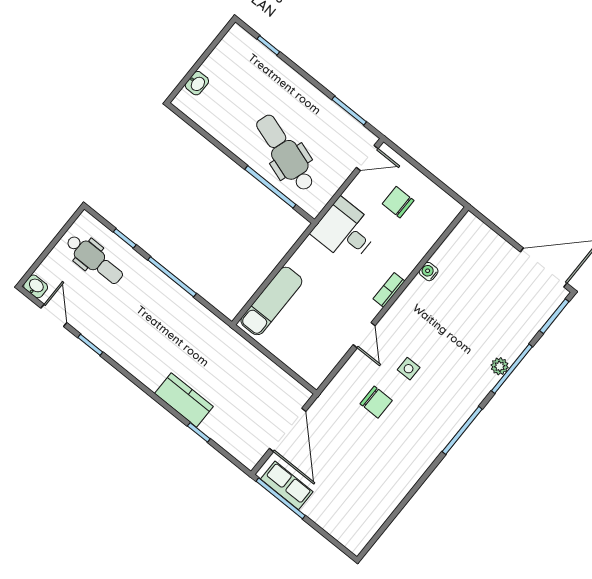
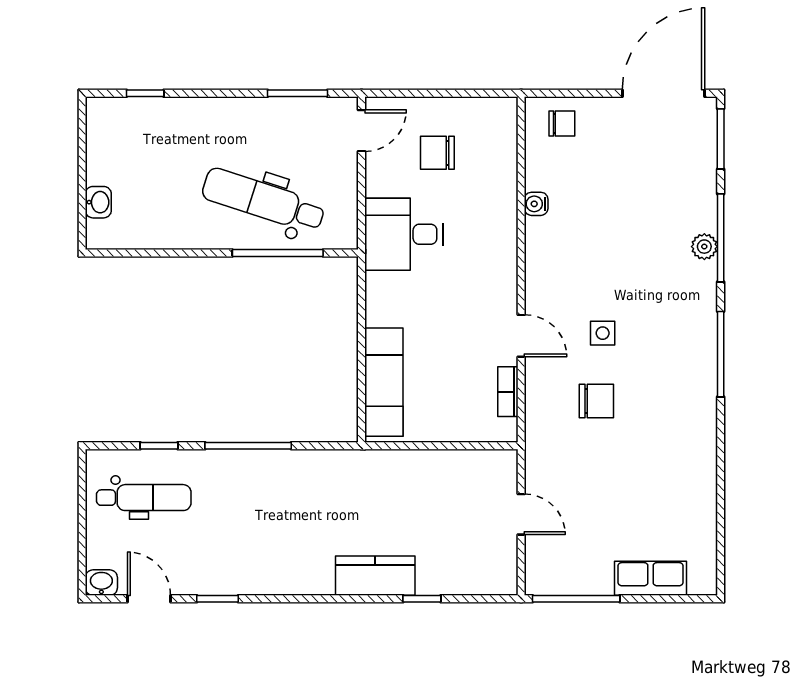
chair: (477, 240) -> (562, 124), added
bookcase: (389, 290) -> (508, 392), moved
door: (288, 430) -> (521, 514), width x0.53
row of seats: (287, 485) -> (650, 578), moved

